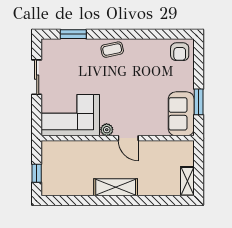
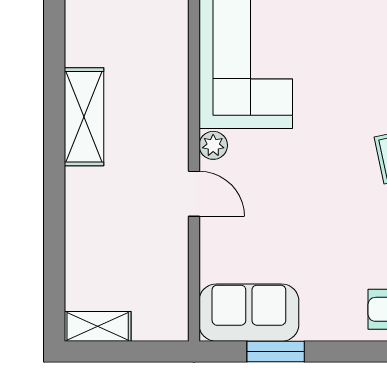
door: (128, 138) -> (194, 194), swing flipped
shelving: (116, 187) -> (84, 117), moved

